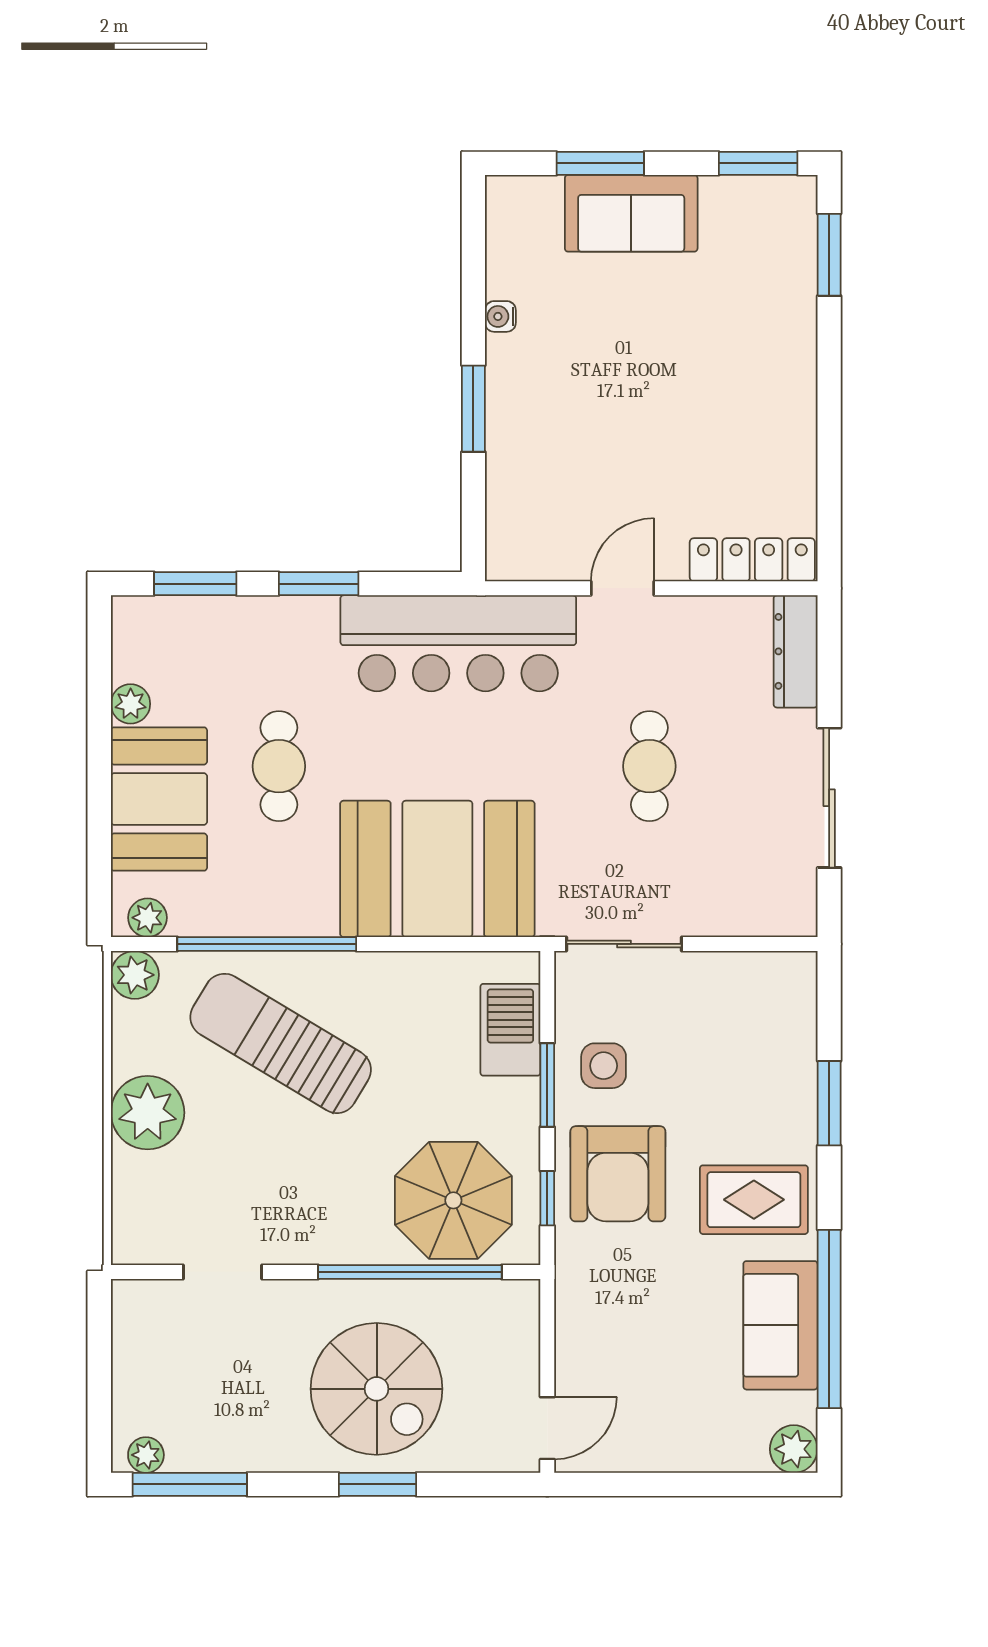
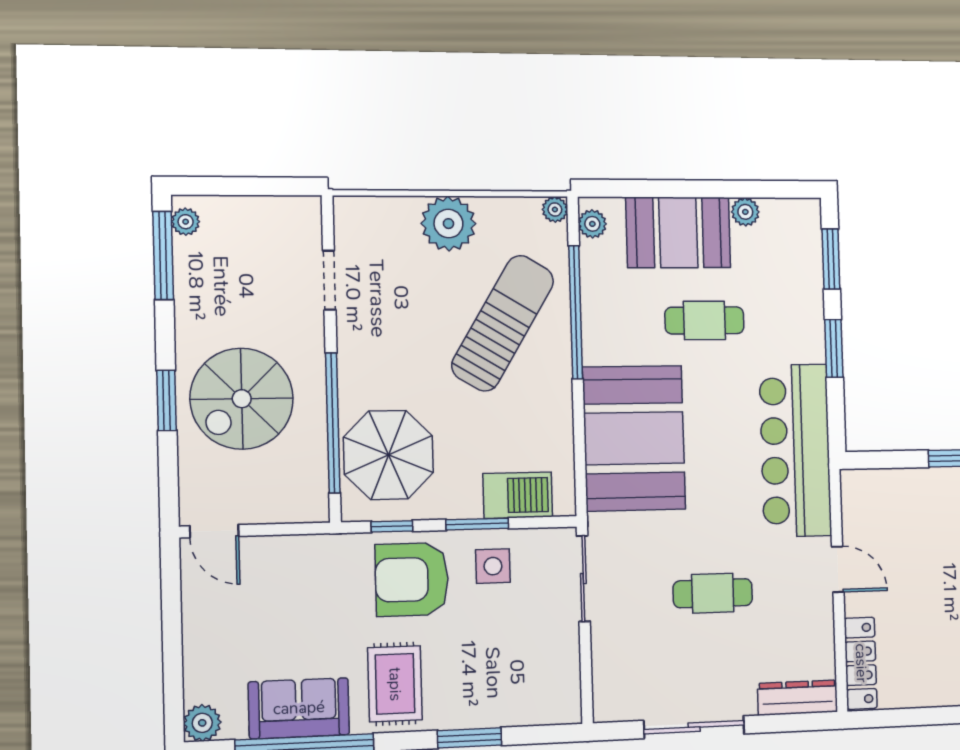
plant: (135, 975) -> (555, 209), width x0.73, depth x0.73

